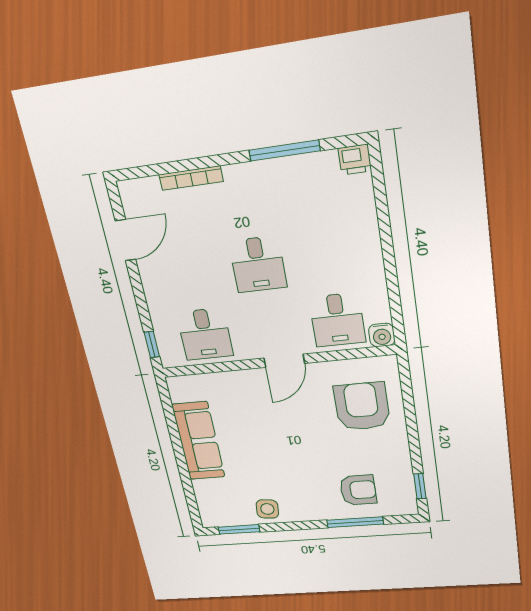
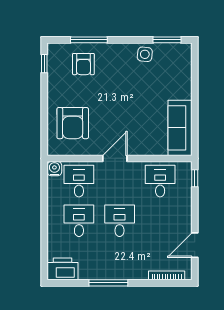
window: (285, 151) -> (108, 283), moved
printer: (355, 160) -> (63, 269), width x1.87, depth x1.48
bookcase: (191, 178) -> (167, 275), moved
desk: (327, 256) -> (79, 221), added
sofa: (198, 441) -> (180, 128), moved
armchair: (358, 490) -> (83, 64), turned -90

